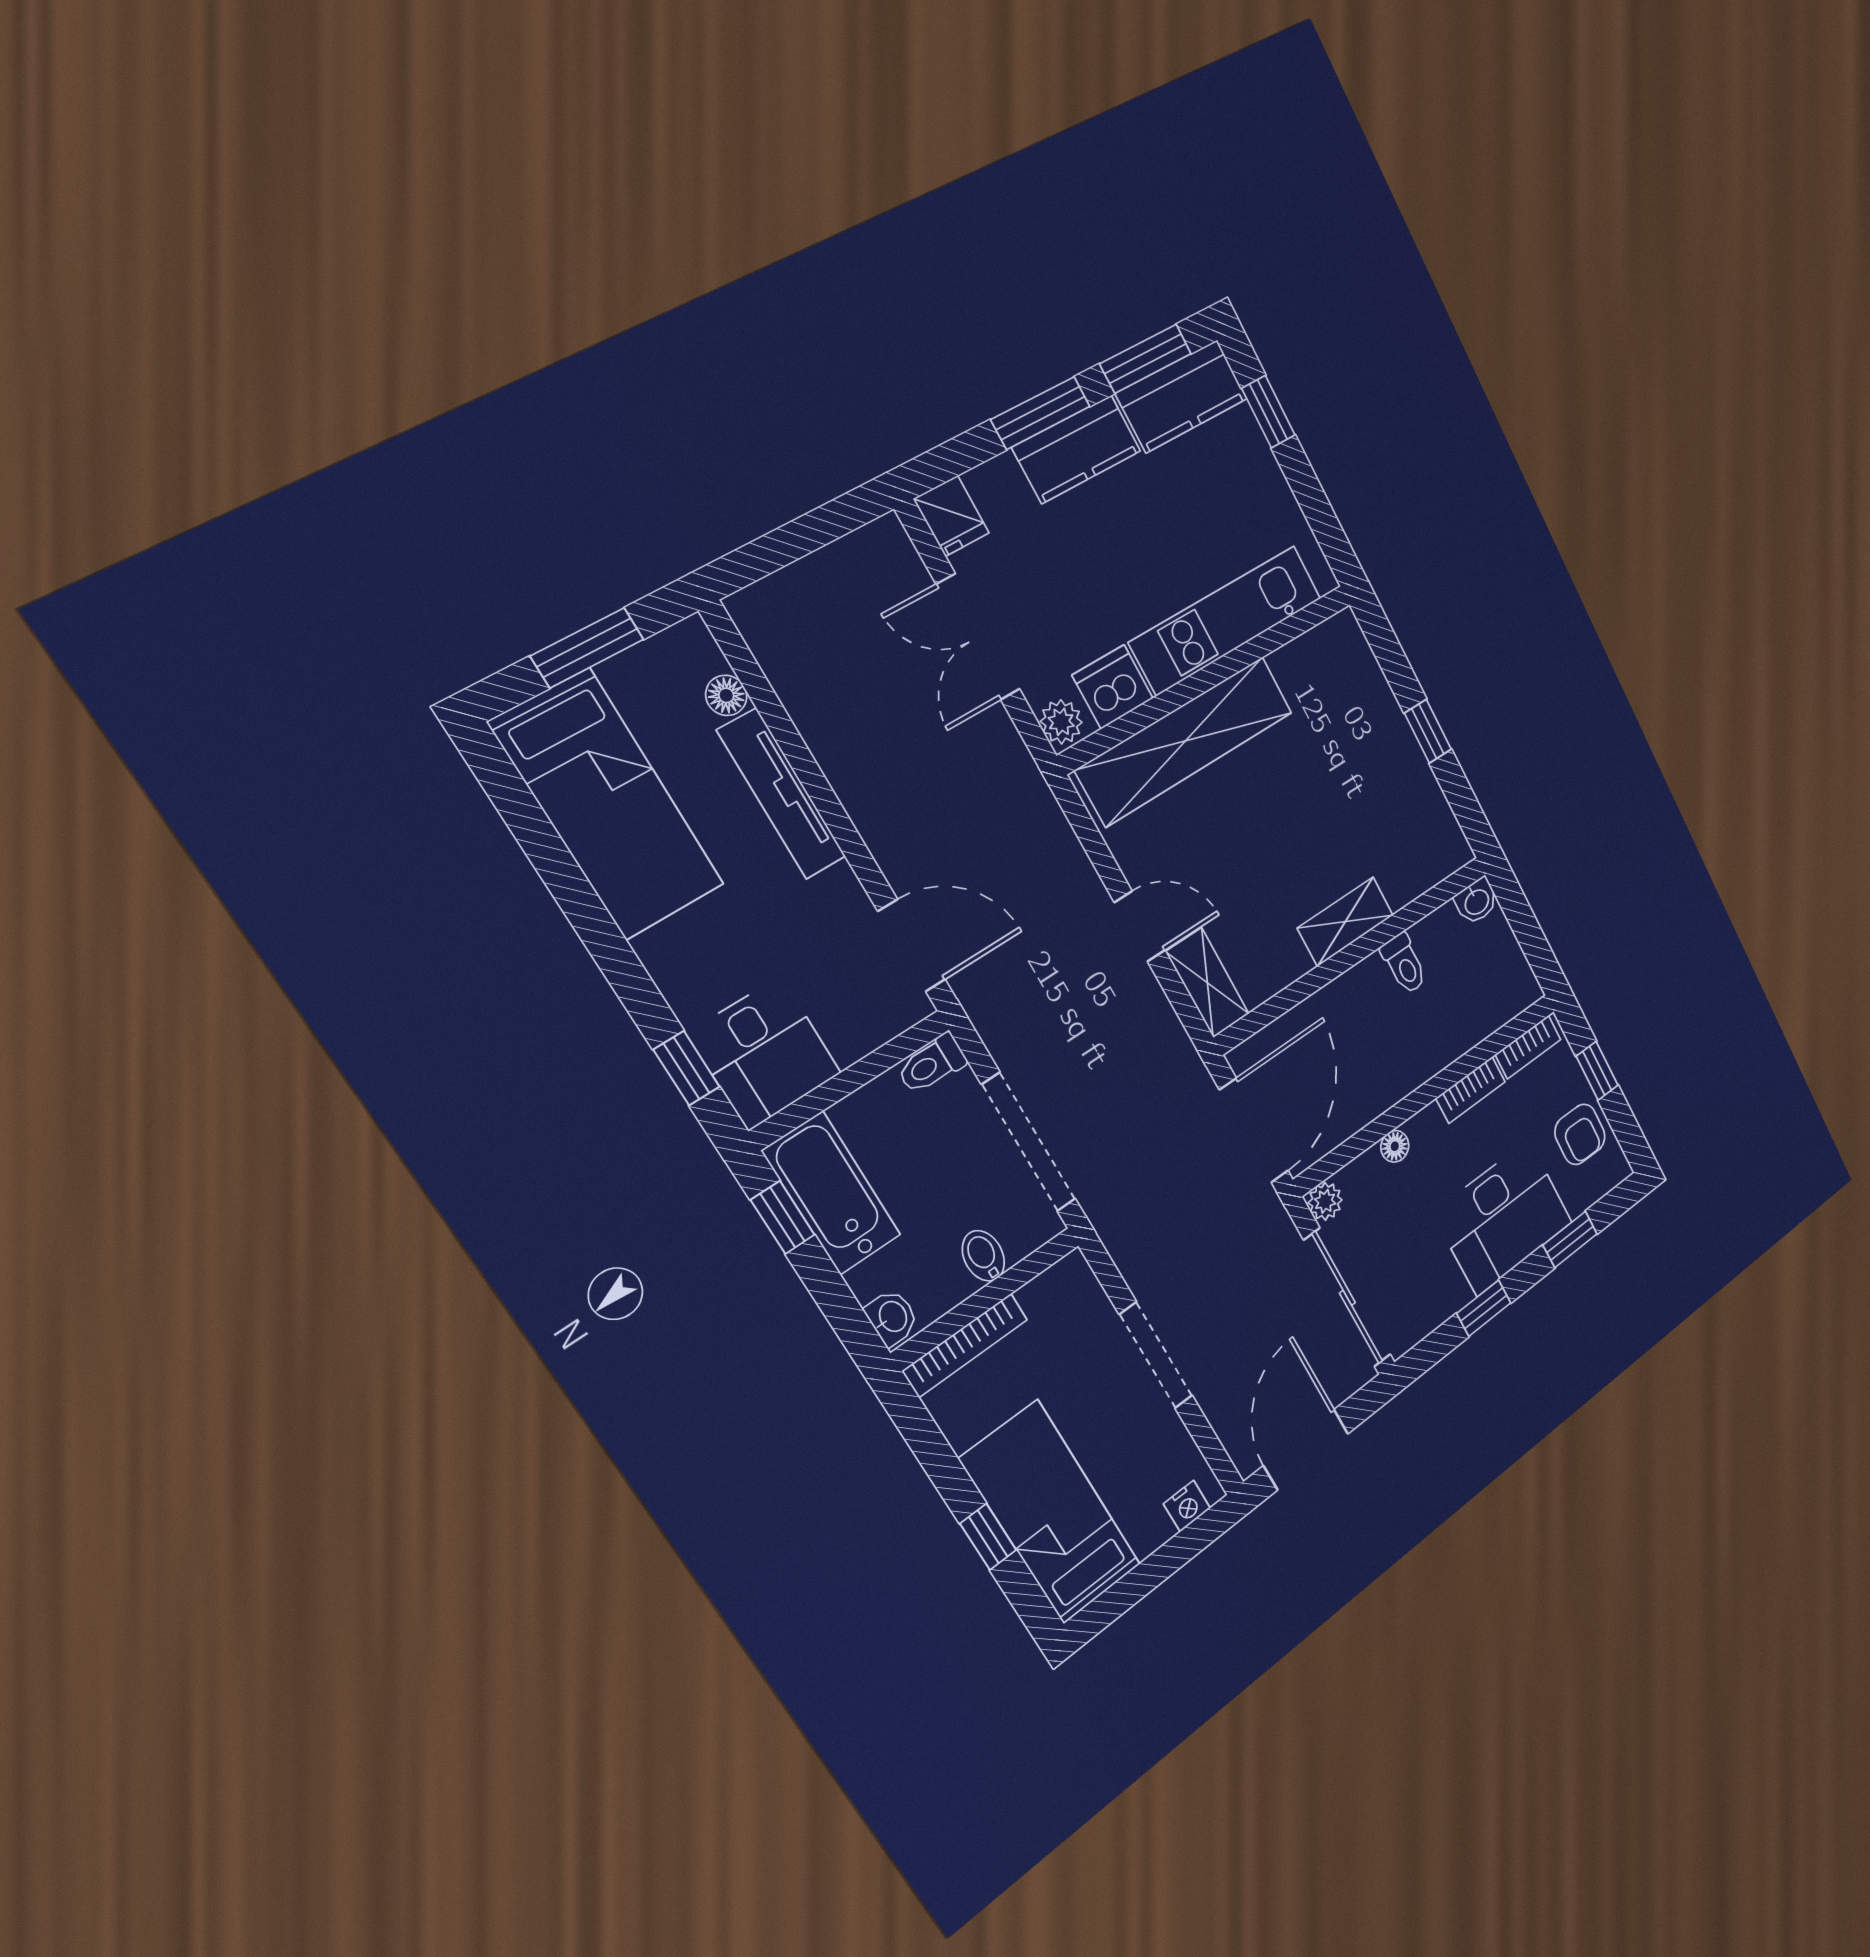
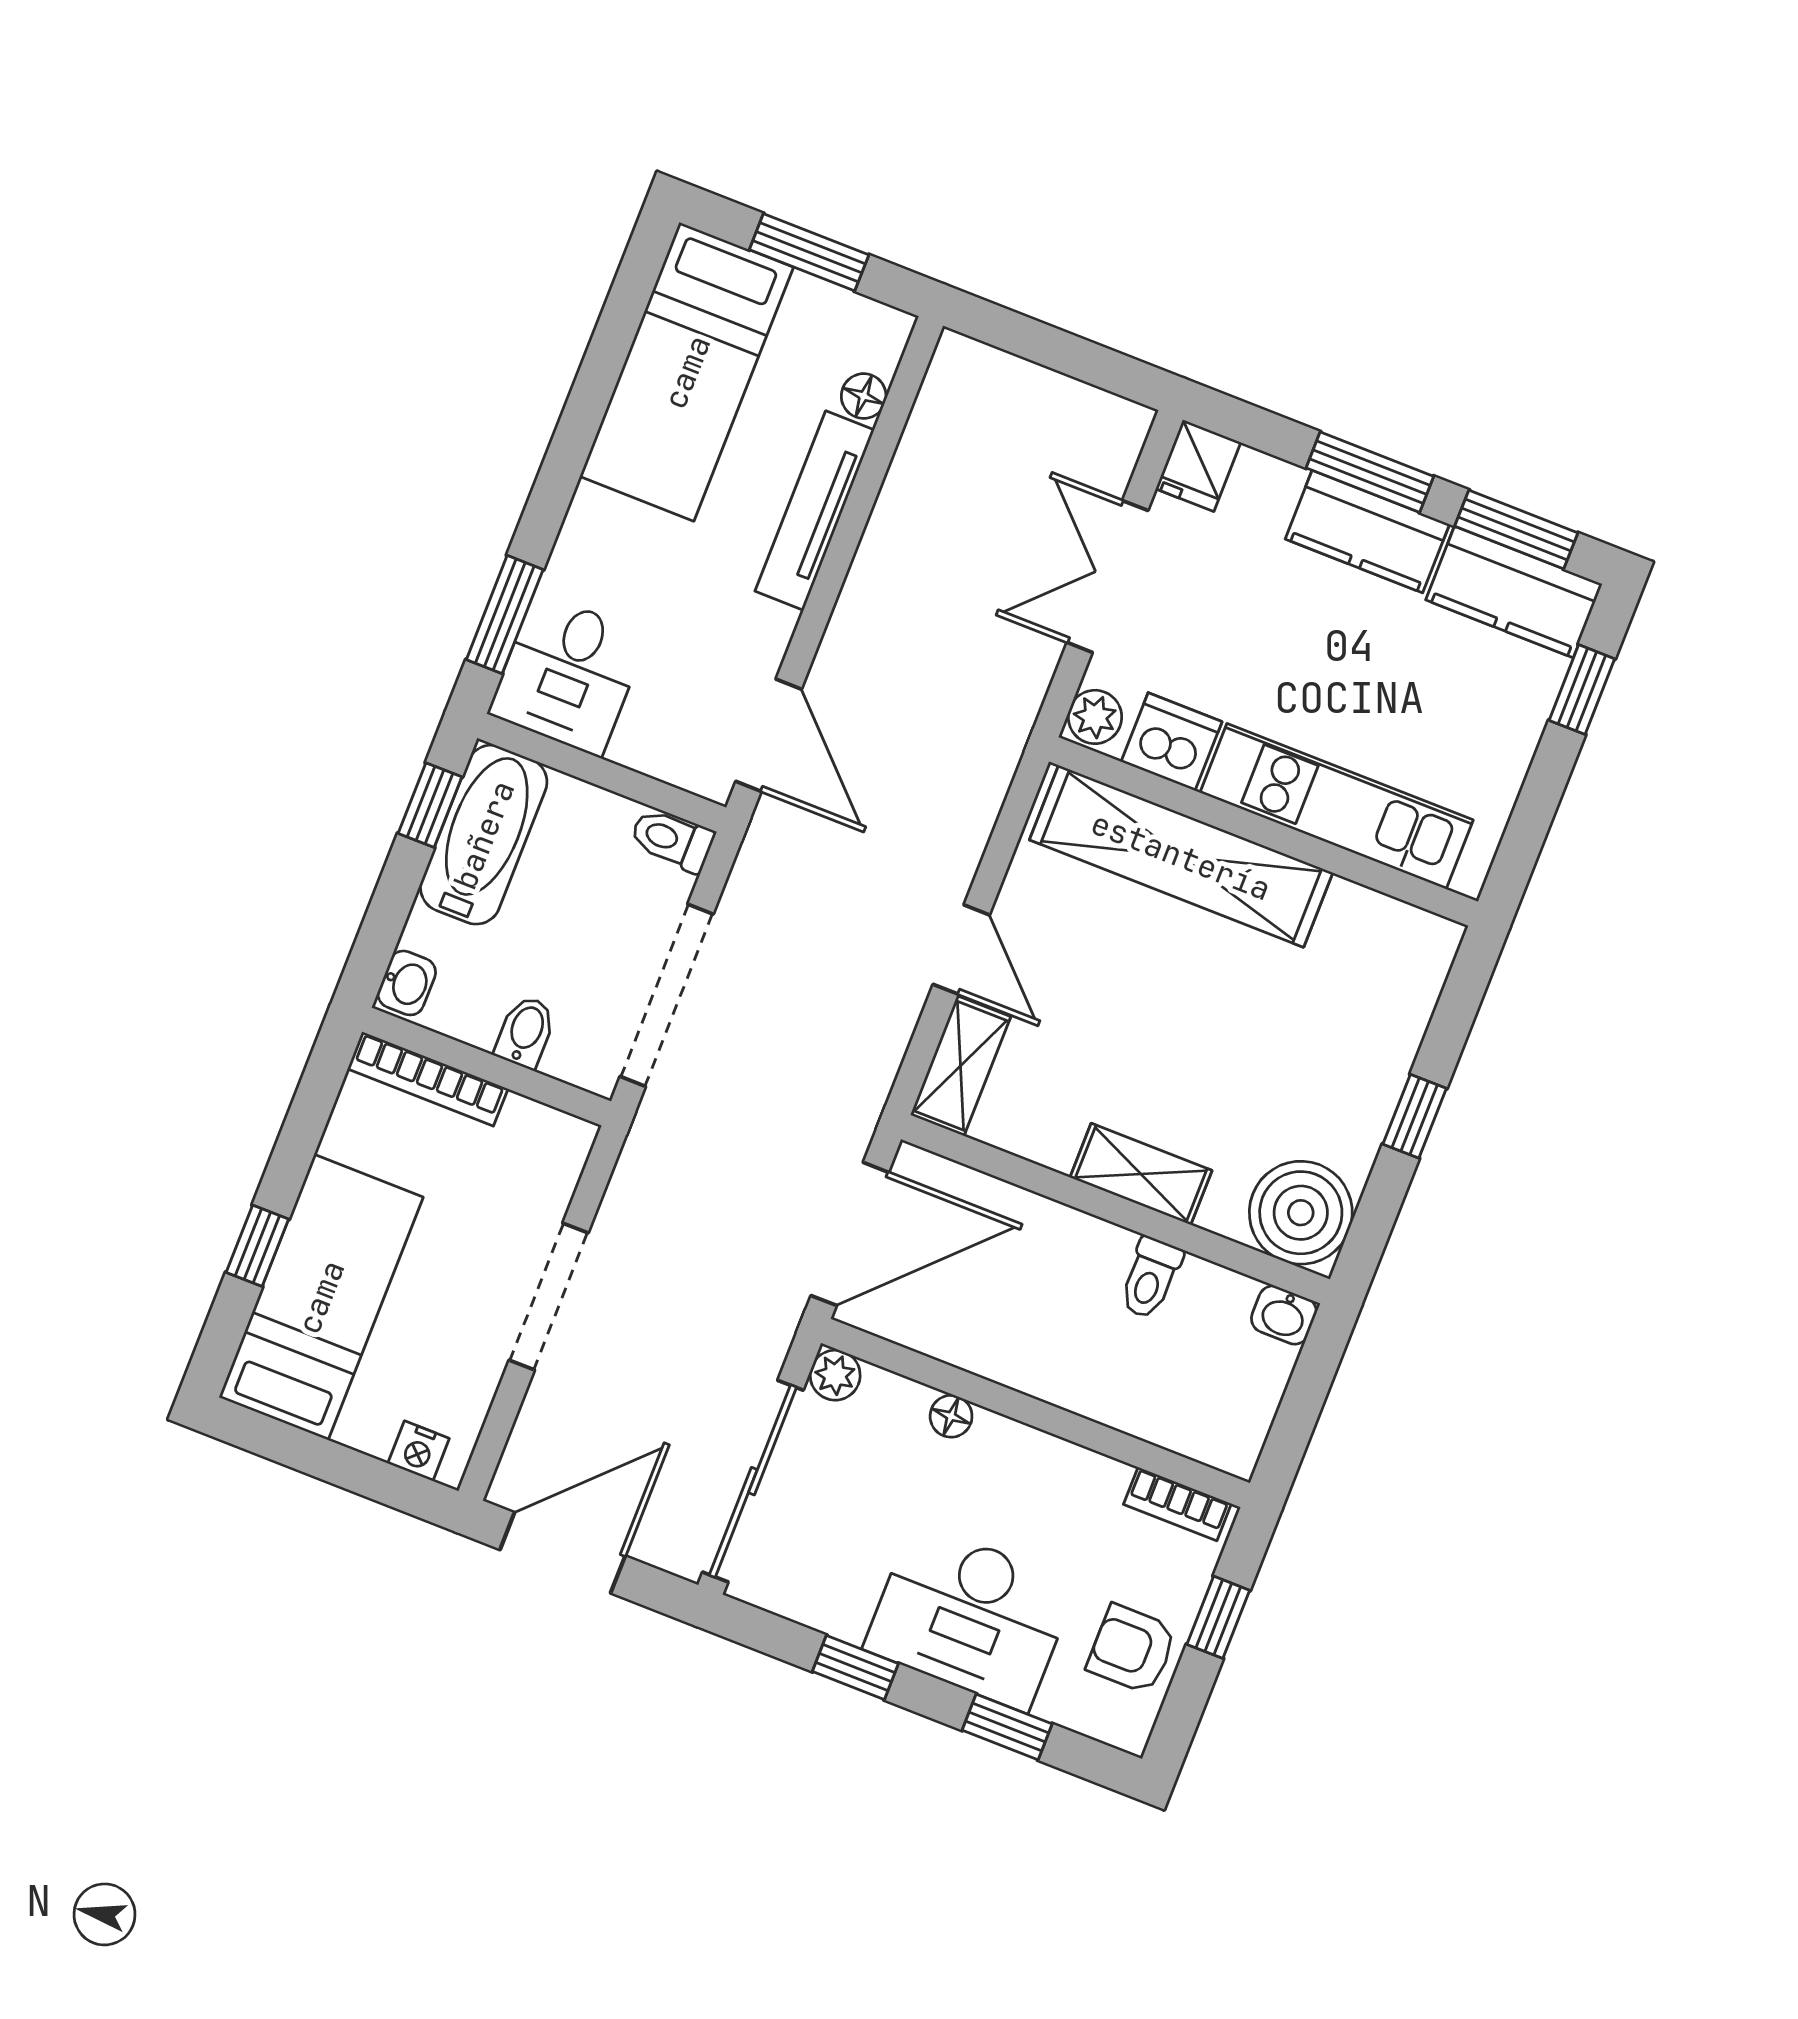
boiler: (1431, 844) -> (1301, 1213), added
window: (686, 1068) -> (505, 615), width x1.50
bookcase: (1471, 1090) -> (1078, 1466), removed
armchair: (1580, 1134) -> (1132, 1649), turned 89

